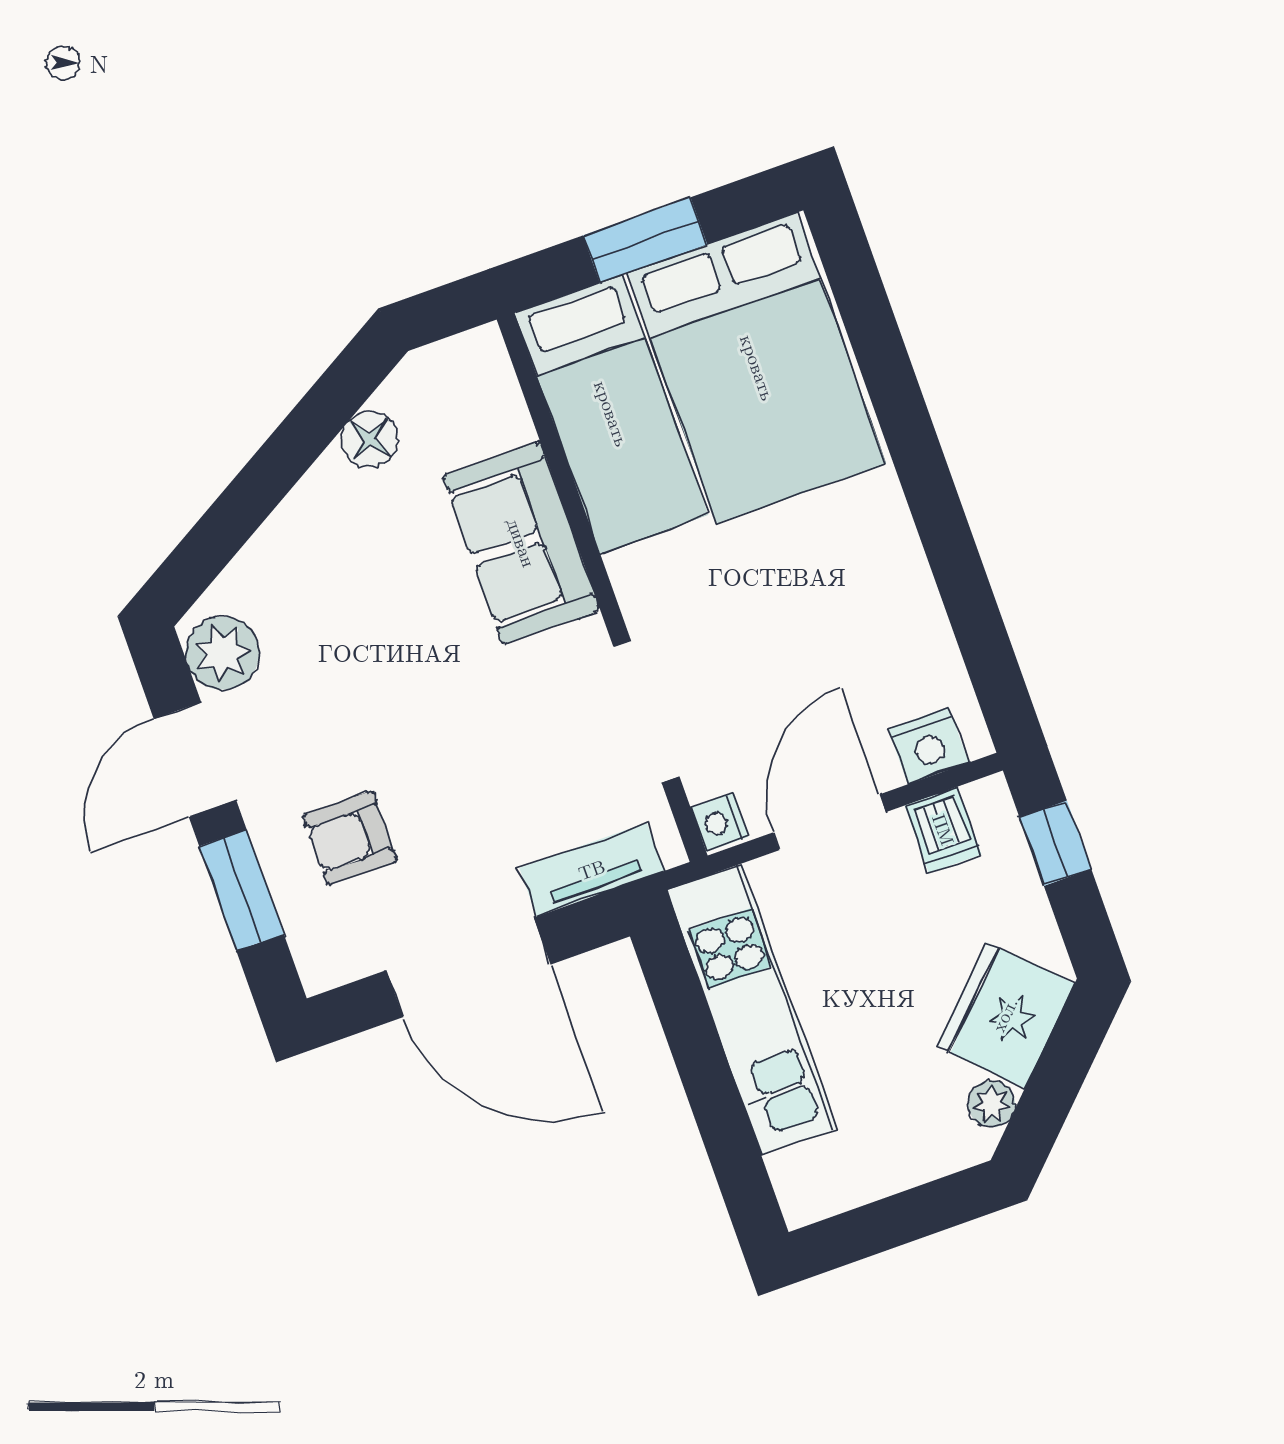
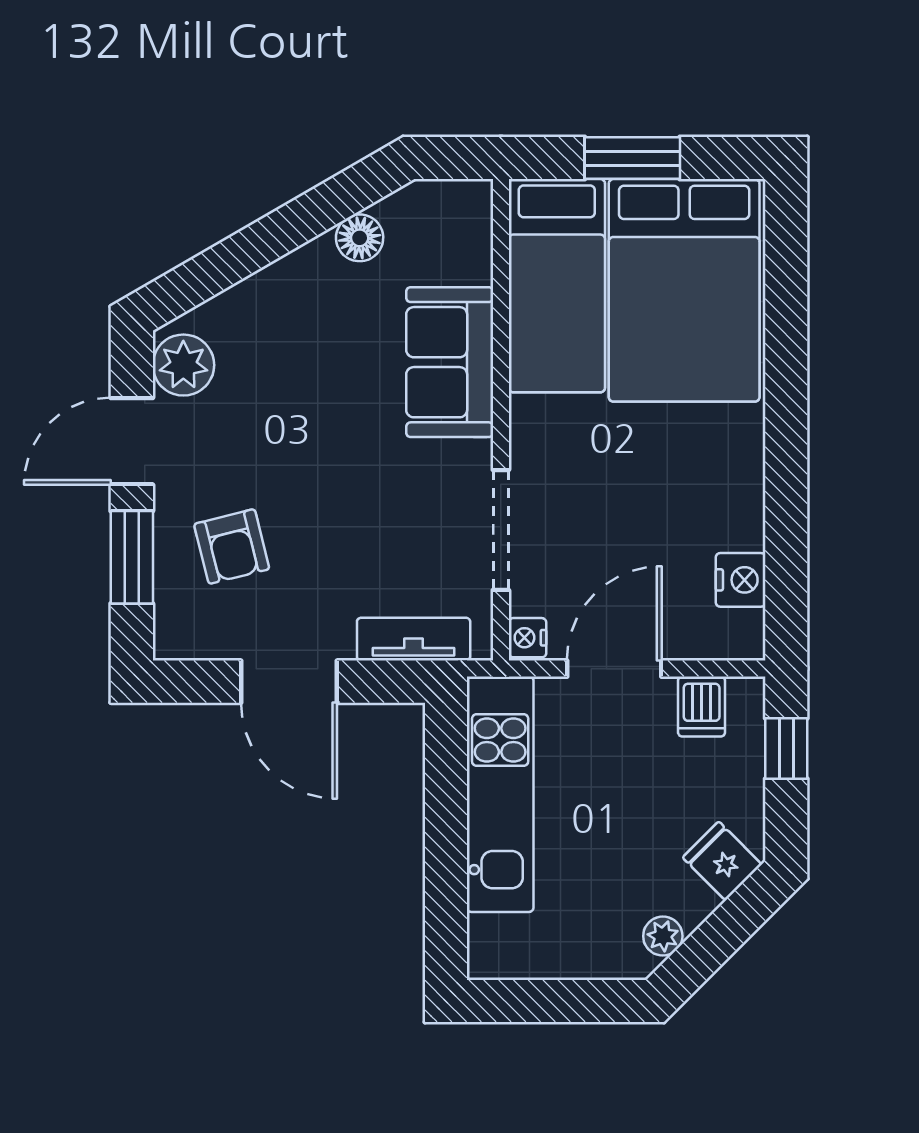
nightstand: (928, 746) -> (741, 580), moved, turned -90
armchair: (350, 838) -> (232, 546), turned -104
door: (468, 967) -> (289, 682), width x0.73
fridge: (1005, 1015) -> (722, 861), width x0.53, depth x0.75

